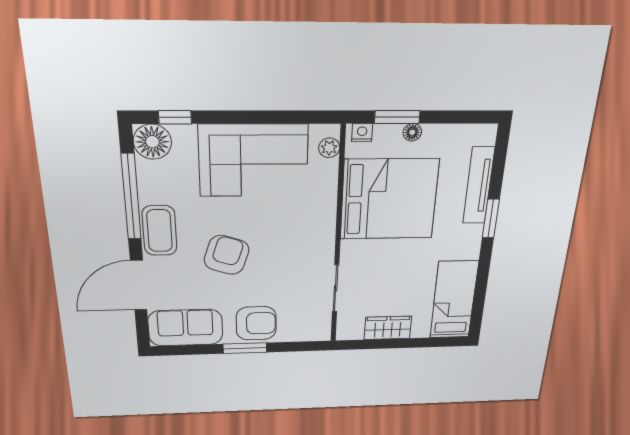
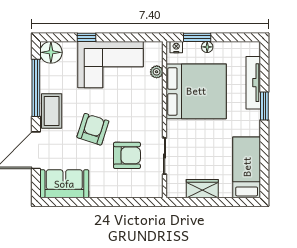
window: (175, 117) -> (87, 37), moved
plant: (329, 148) -> (157, 72), moved
armchair: (256, 323) -> (127, 155), moved
window: (245, 348) -> (104, 202), removed

